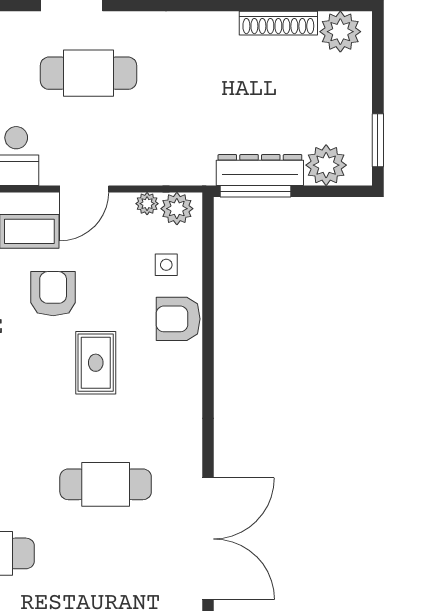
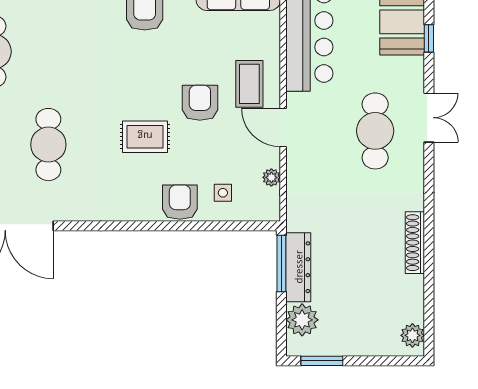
shoe rack: (278, 23) -> (415, 243), moved
plant: (340, 32) -> (412, 335), width x0.73, depth x0.73
plant: (177, 209) -> (268, 201), removed
armchair: (53, 294) -> (200, 103), turned -90

